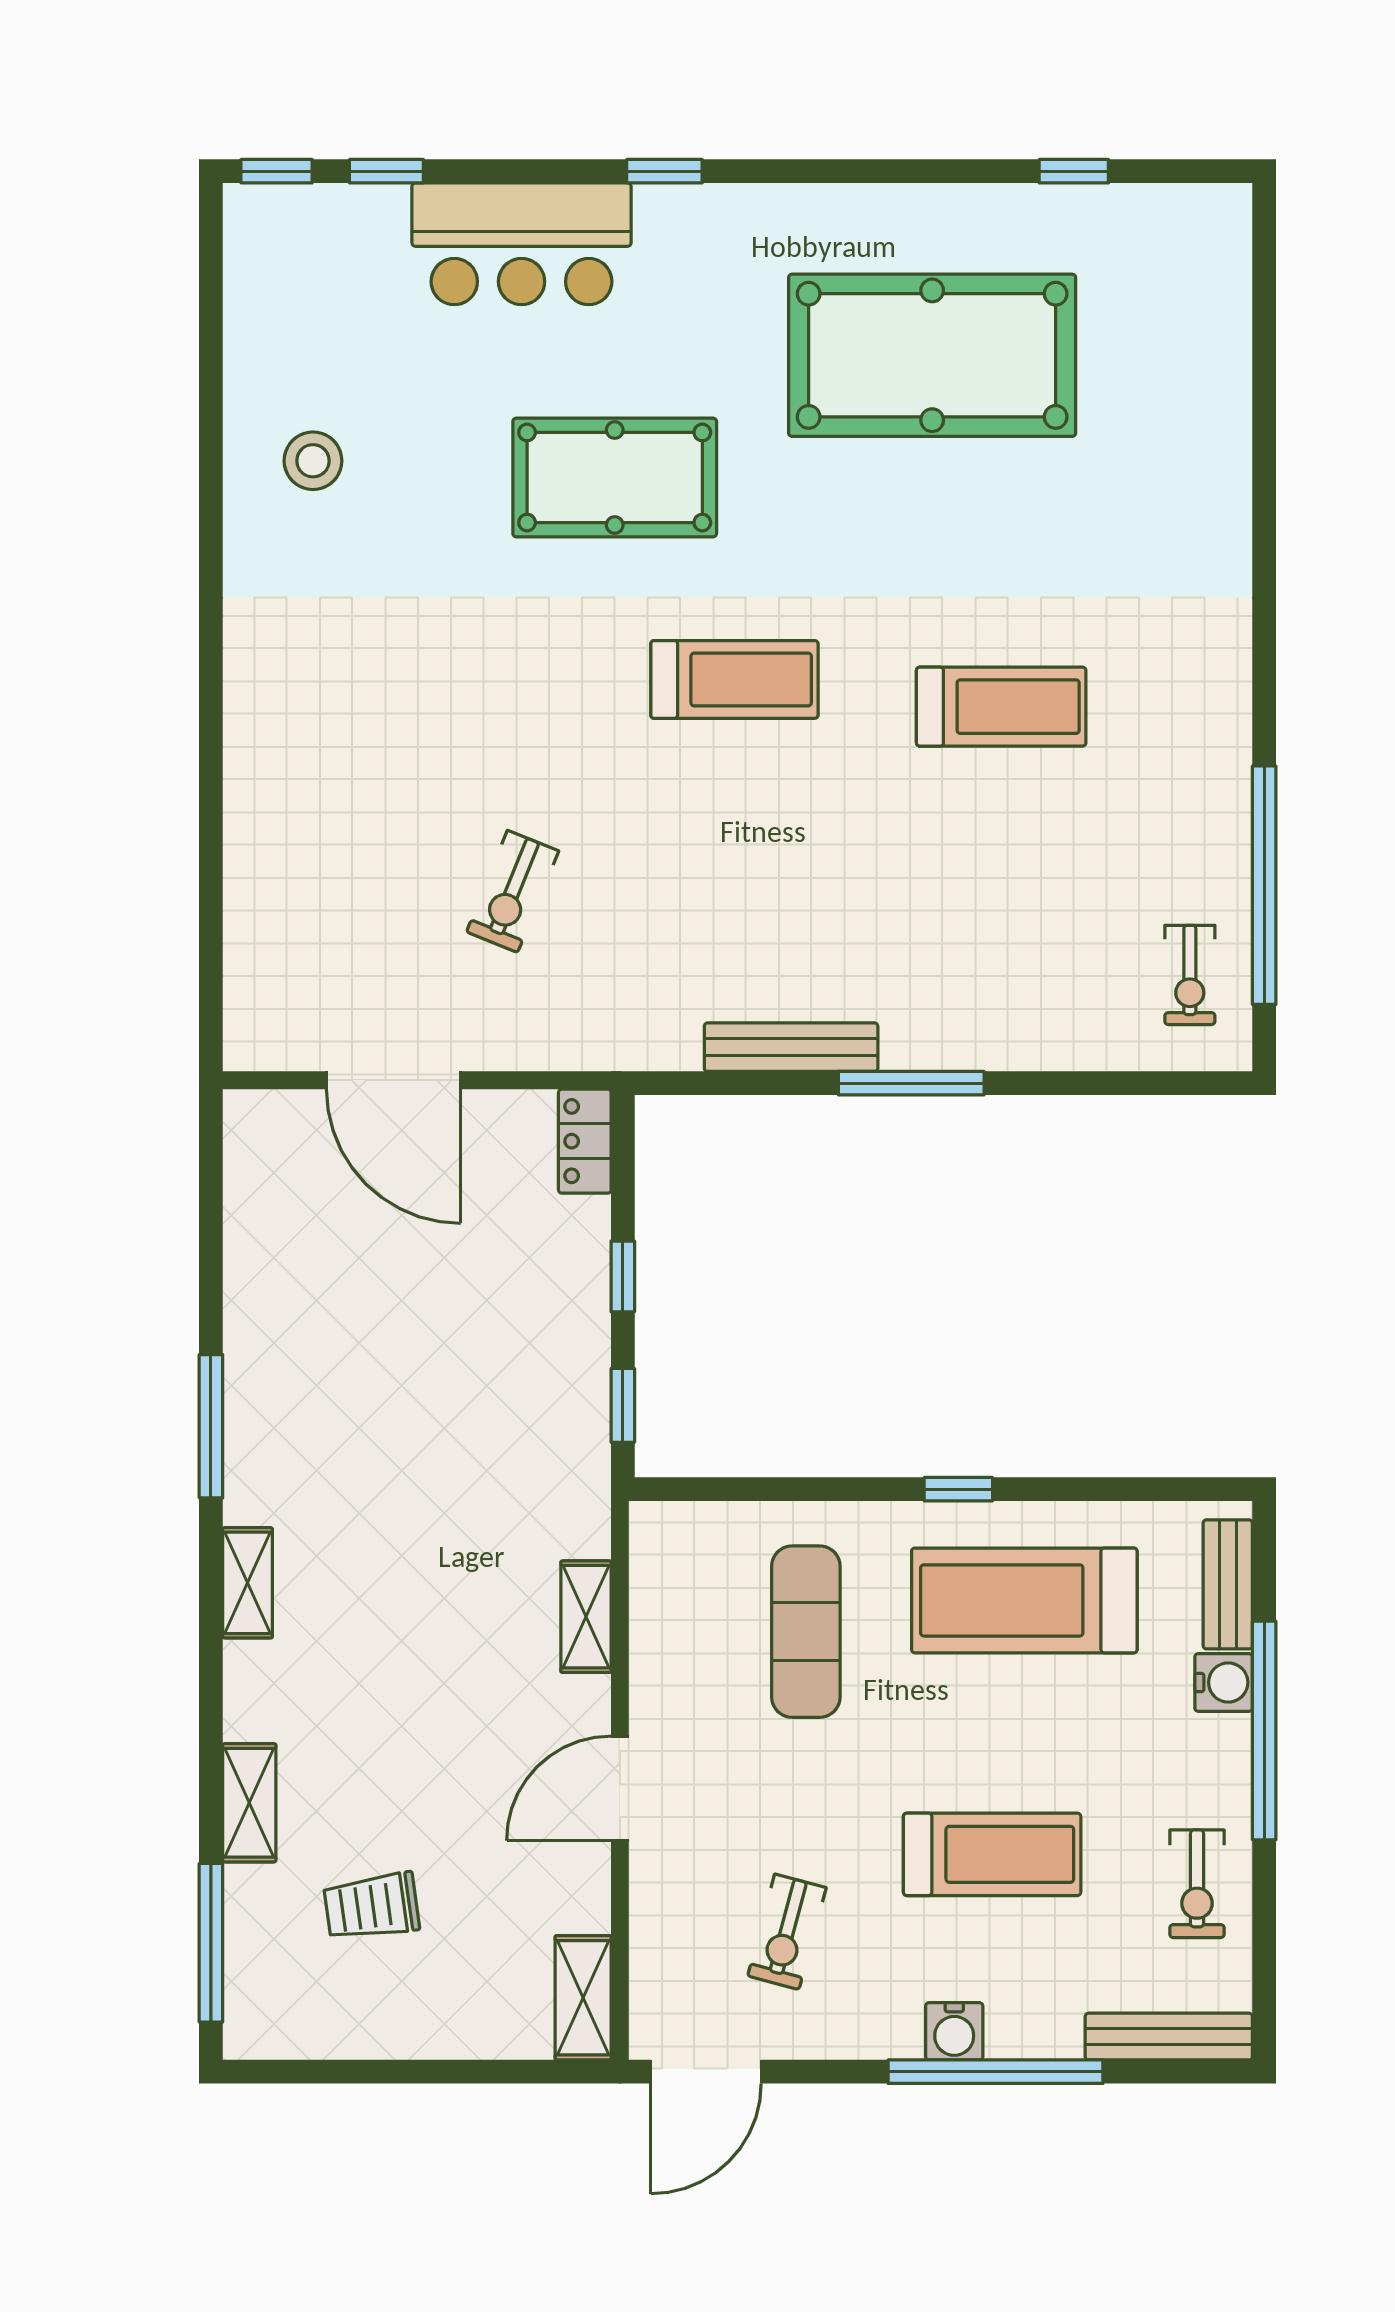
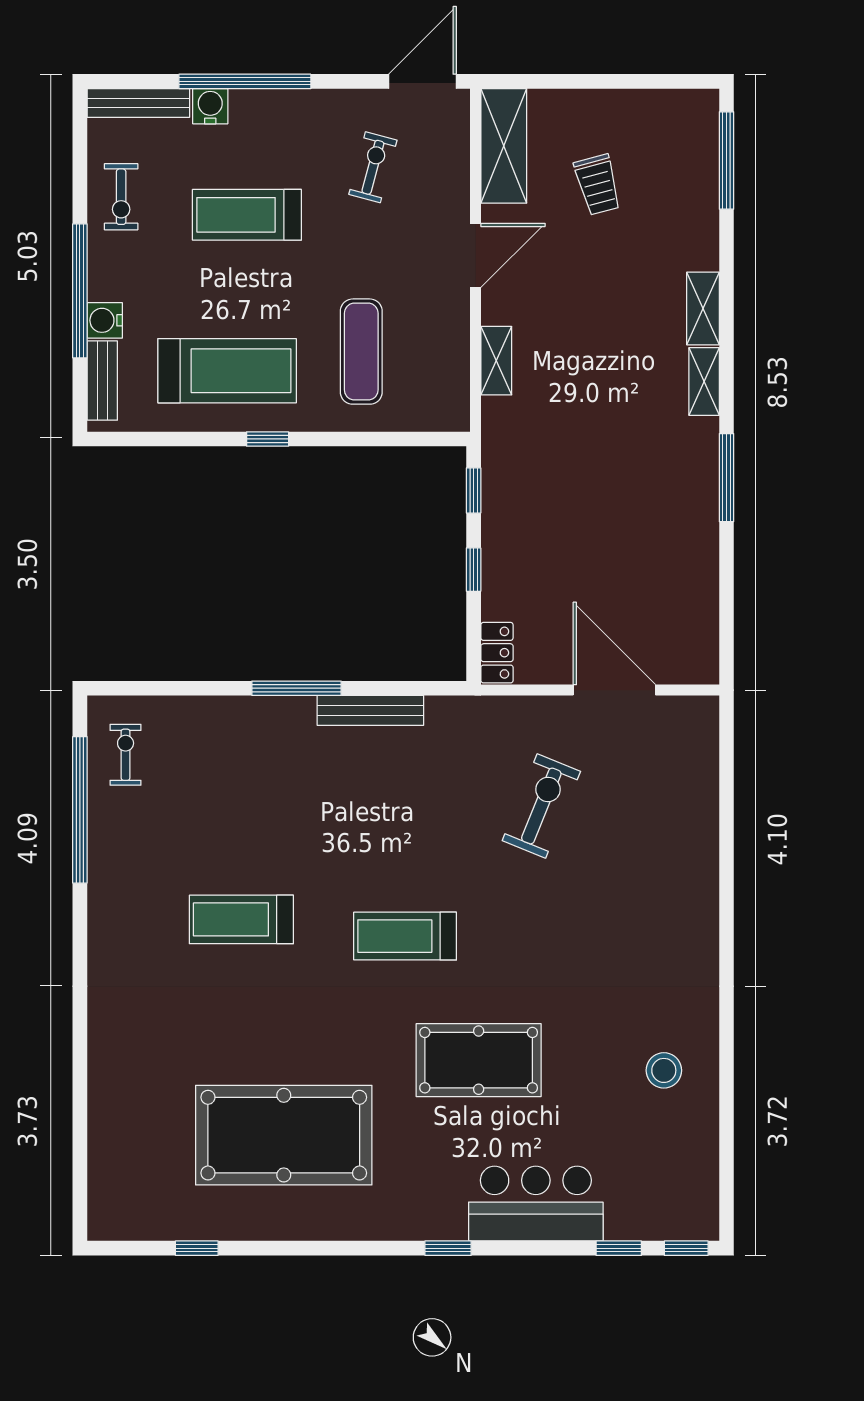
exercise bike: (513, 891) -> (541, 806), width x1.38, depth x1.39
shelving: (249, 1803) -> (703, 308), moved
exercise bike: (1197, 1884) -> (121, 197), turned 180
trolley: (372, 1906) -> (598, 185), moved, turned 83
shelving: (583, 1998) -> (504, 146), width x1.50, depth x1.33
water cooler: (954, 2031) -> (210, 106), moved

